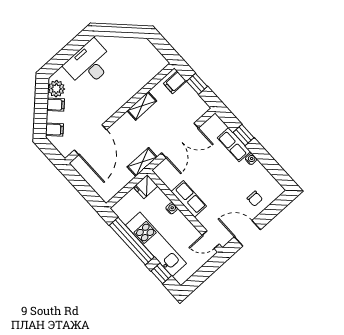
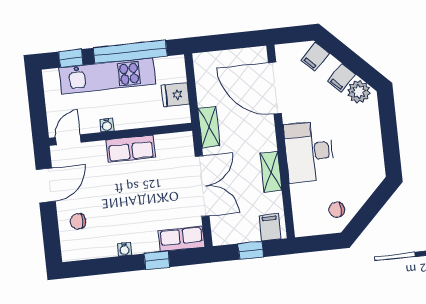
chair: (136, 50) -> (337, 210), added
desk: (89, 64) -> (309, 152), moved, turned 180
double door: (180, 140) -> (202, 186), swing flipped
row of seats: (234, 145) -> (181, 239), moved
fridge: (146, 187) -> (175, 95), moved, turned -90
water cooler: (172, 208) -> (107, 125), moved

